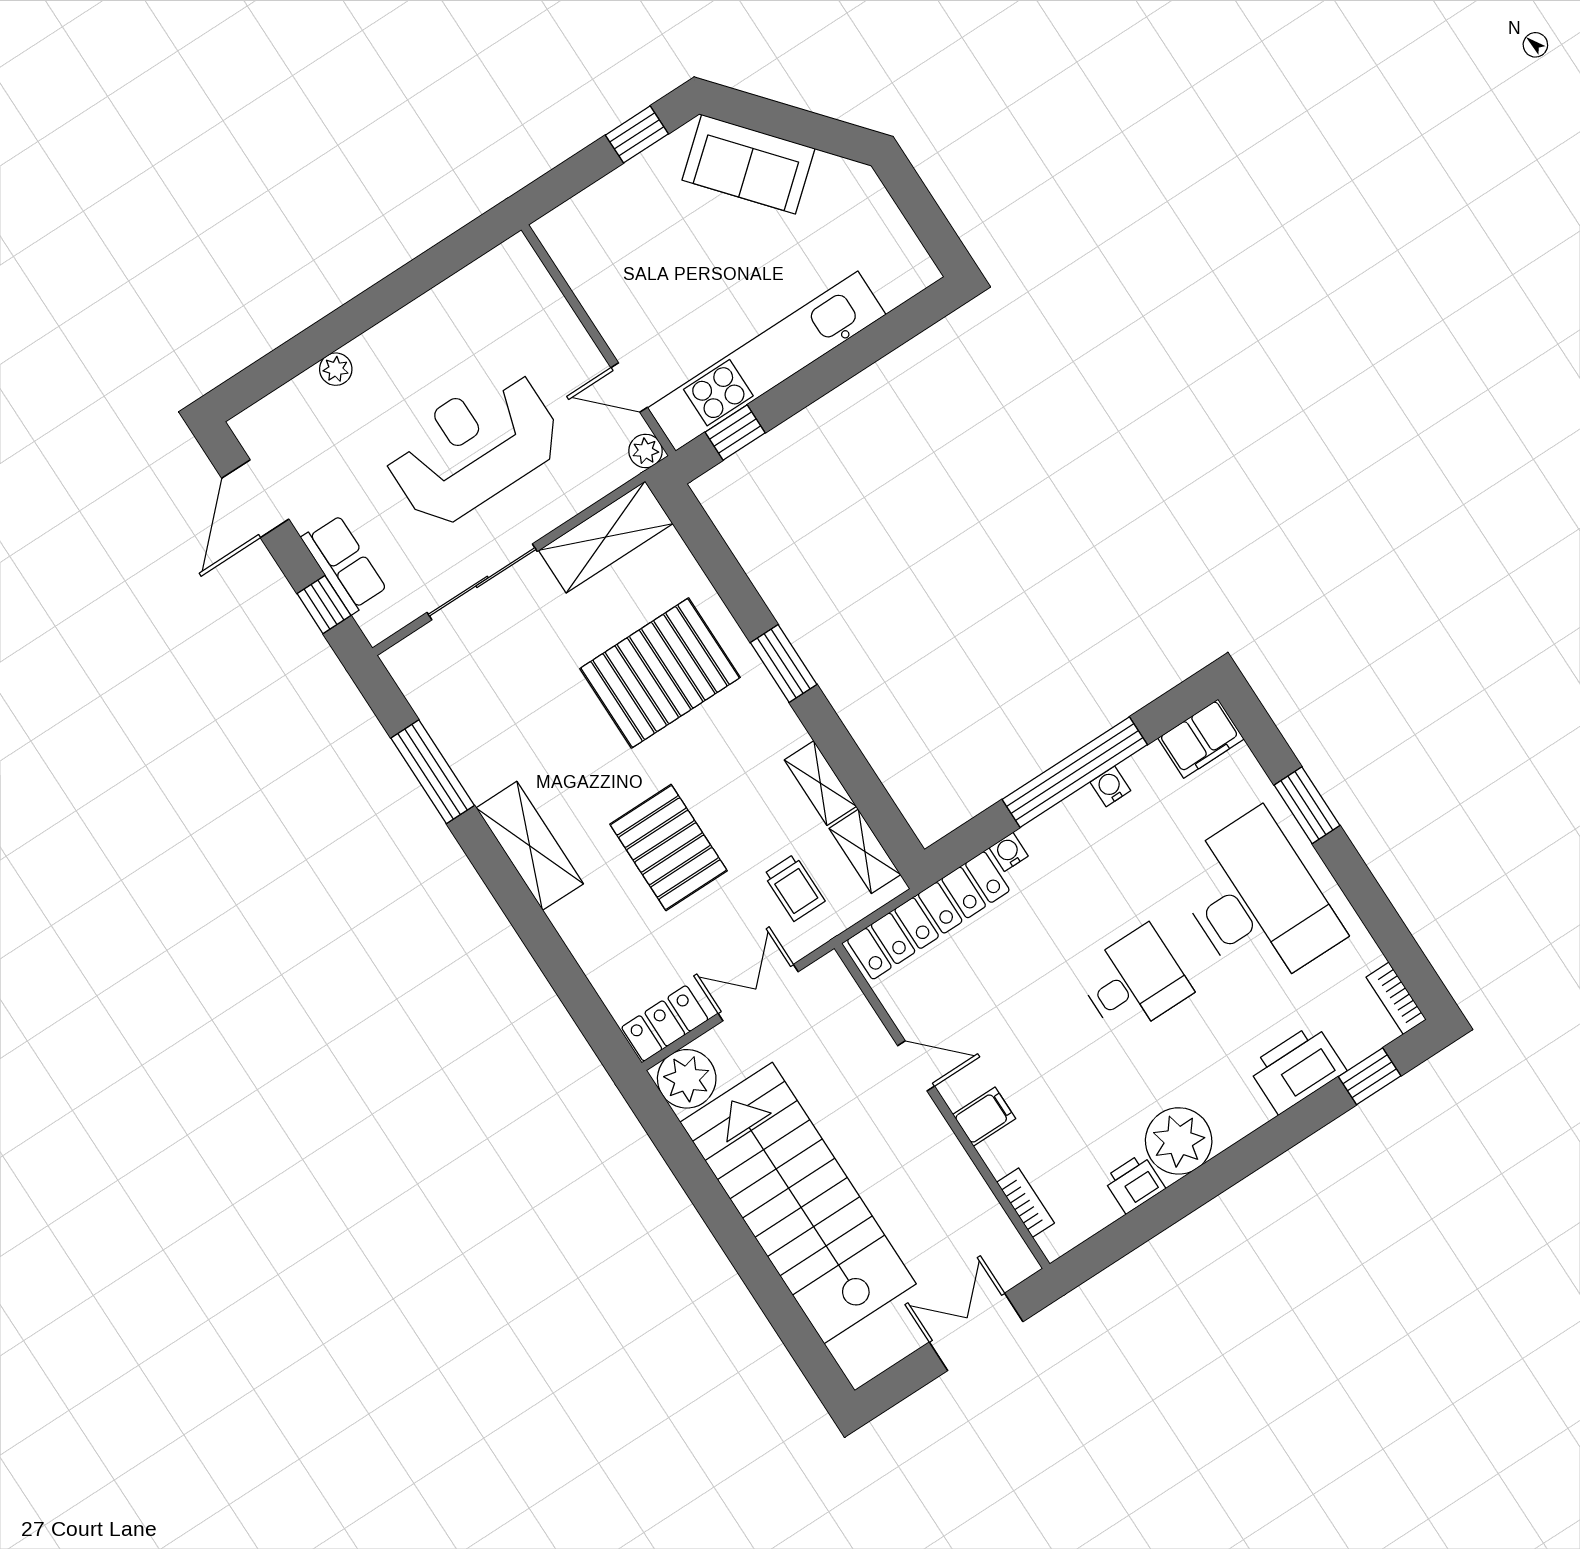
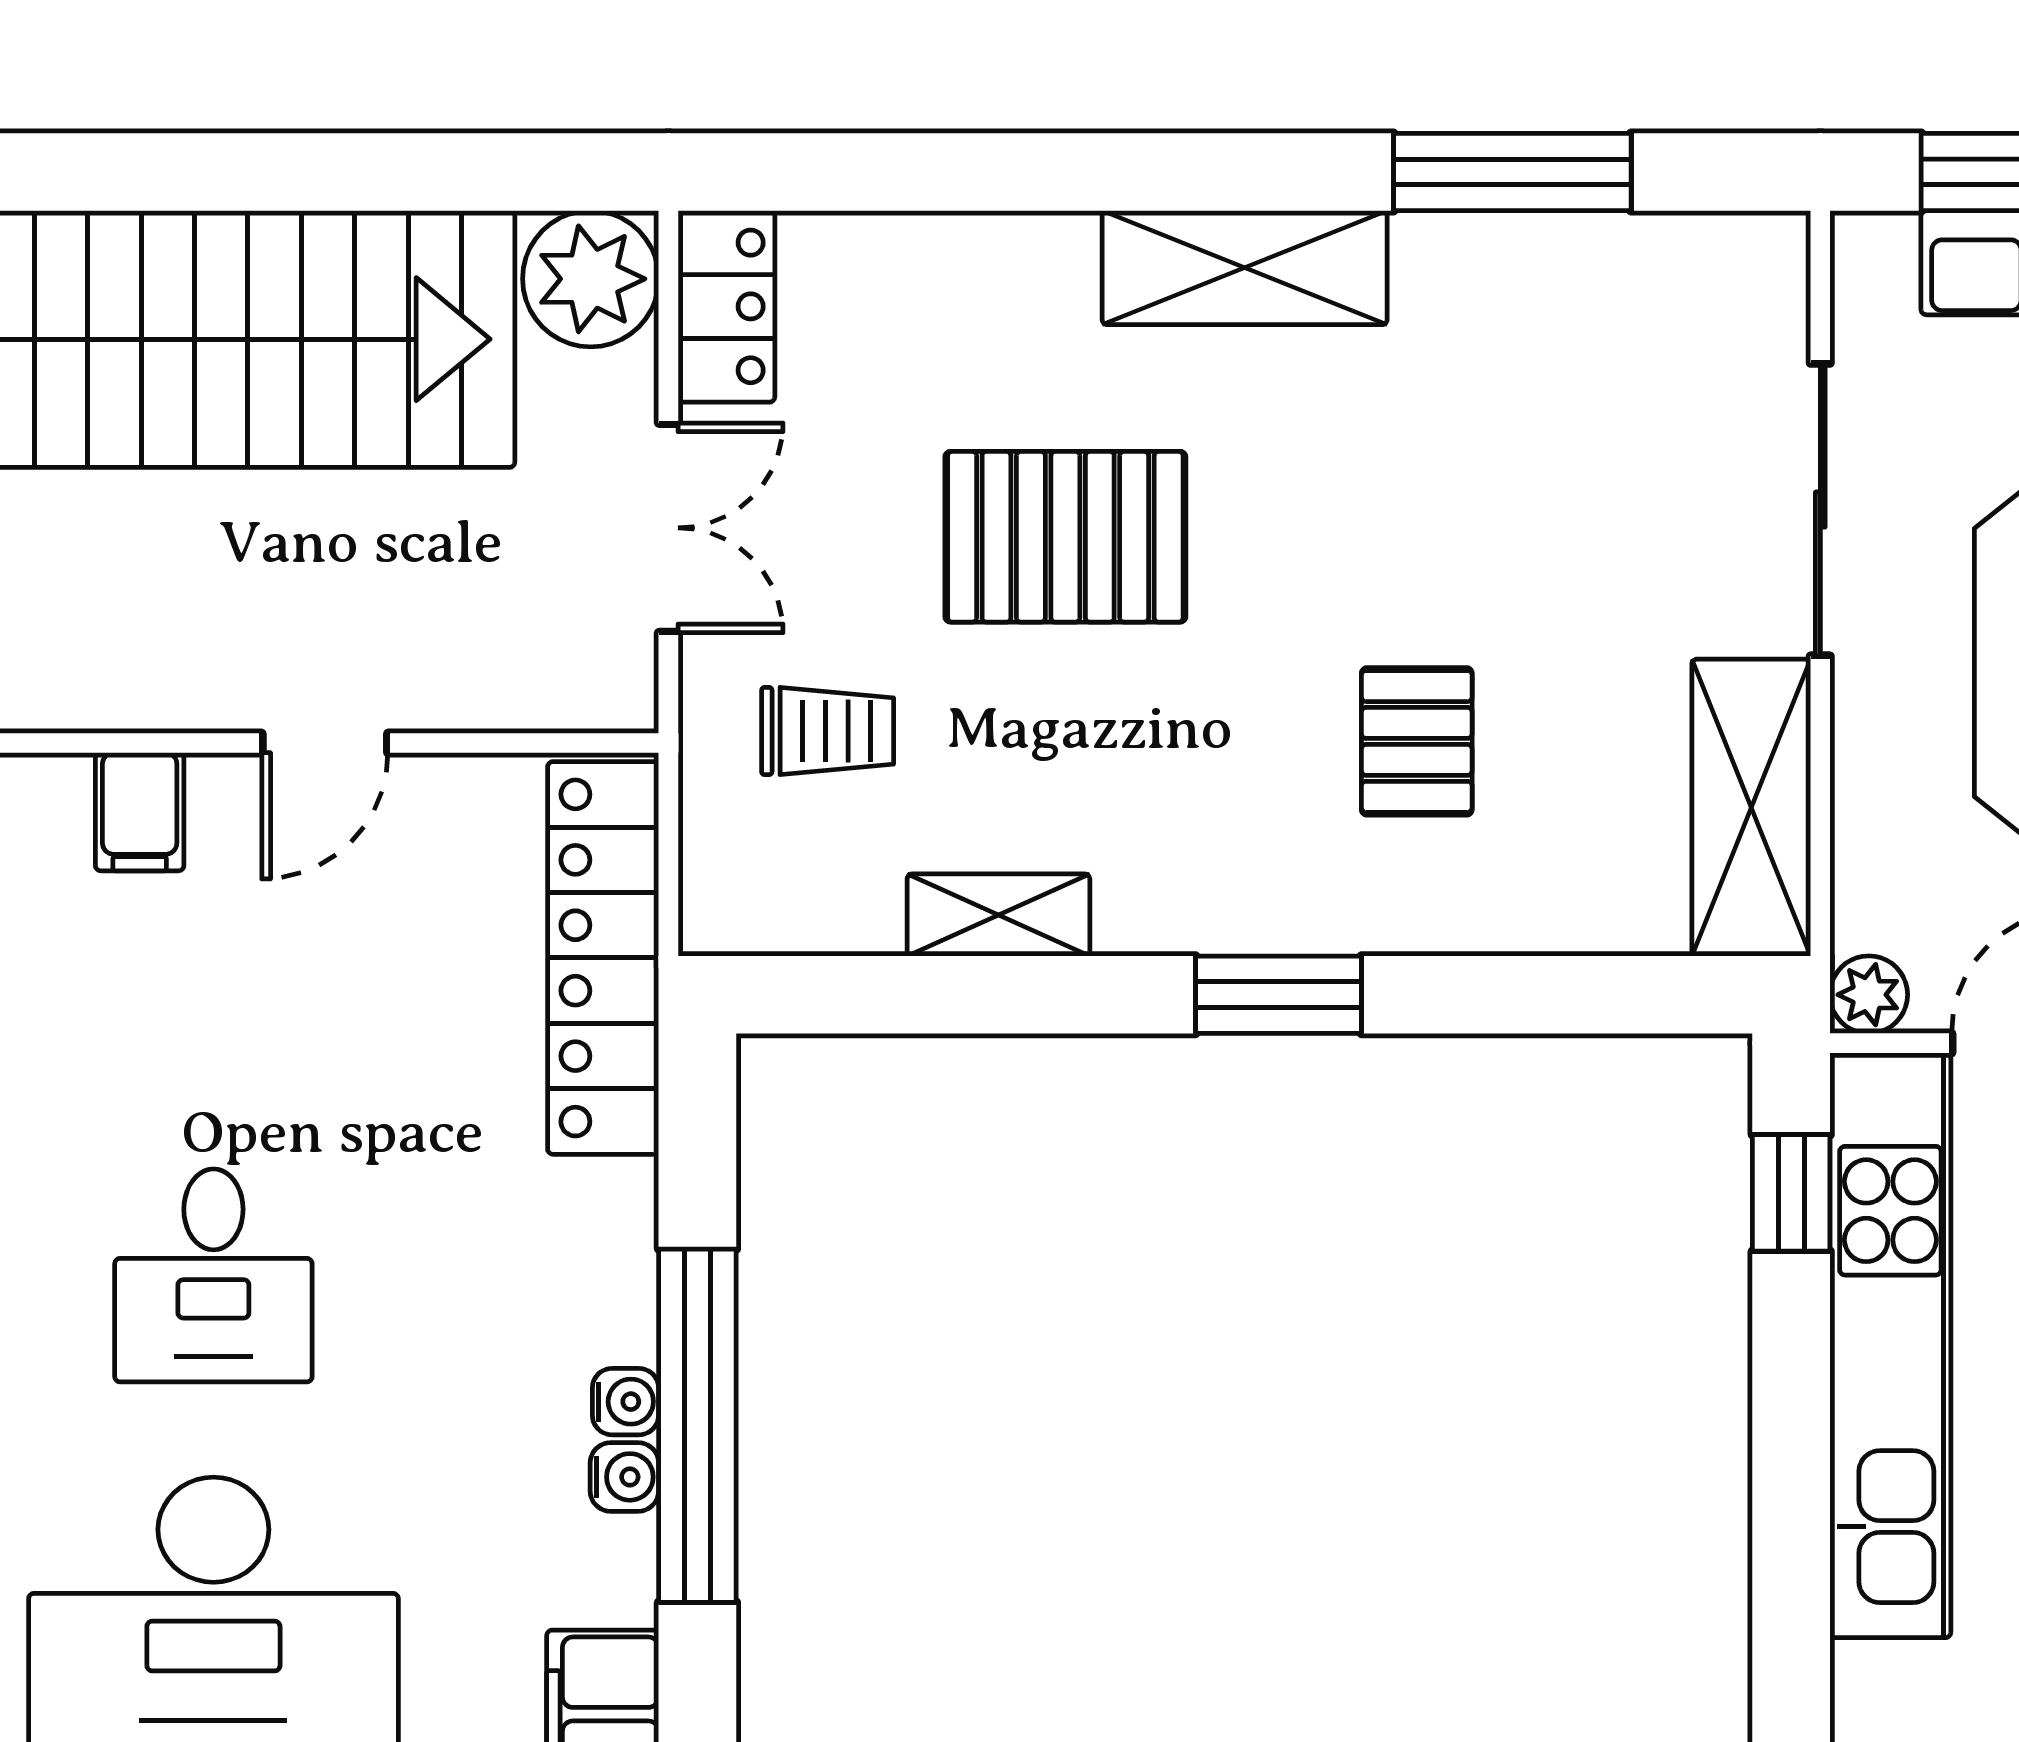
pallet: (660, 673) -> (1417, 741), width x0.49, depth x0.50
shelving: (865, 851) -> (809, 915), removed
water cooler: (1009, 852) -> (625, 1402), moved
trolley: (794, 888) -> (828, 731), turned 180

